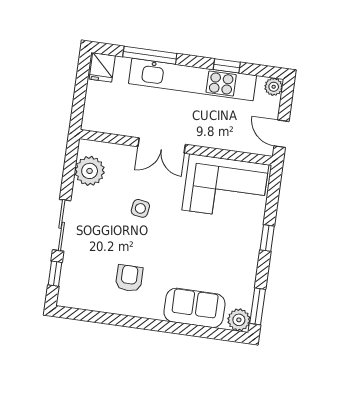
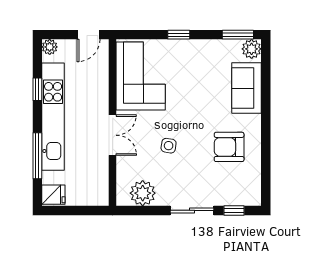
armchair: (129, 278) -> (229, 147), width x1.38, depth x1.38

